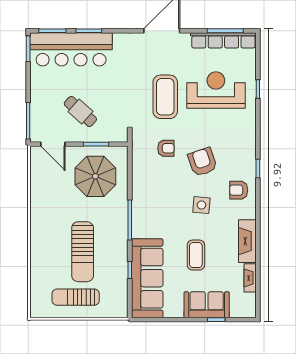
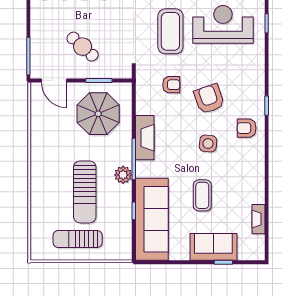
plant: (120, 235) -> (123, 175), added
fireplace: (247, 241) -> (145, 138), moved, turned 180

